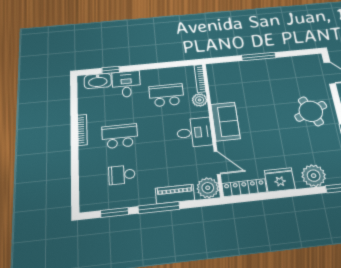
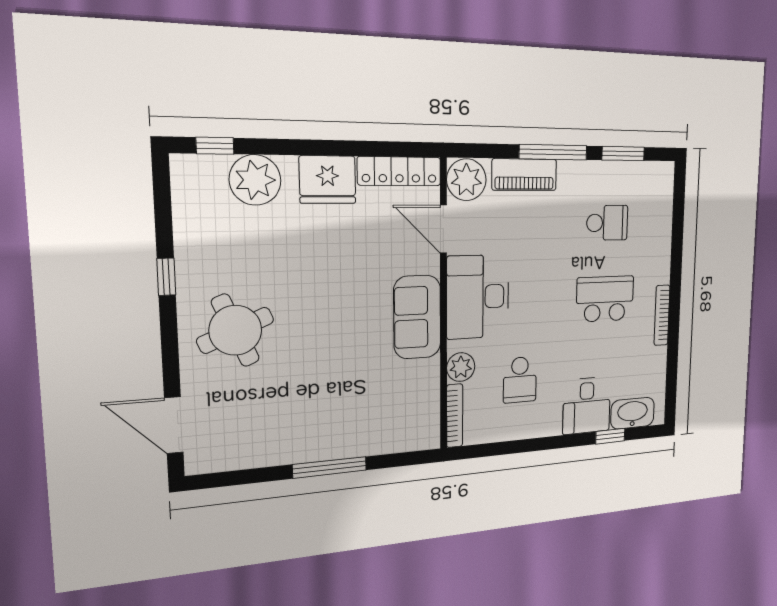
school desk: (166, 95) -> (520, 380), width x0.54
desk: (194, 132) -> (478, 297), width x1.37
school desk: (120, 136) -> (605, 299), turned 180

